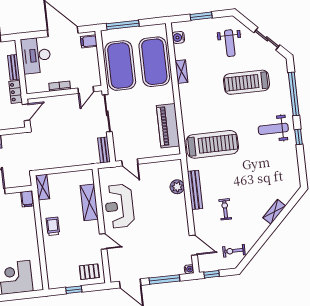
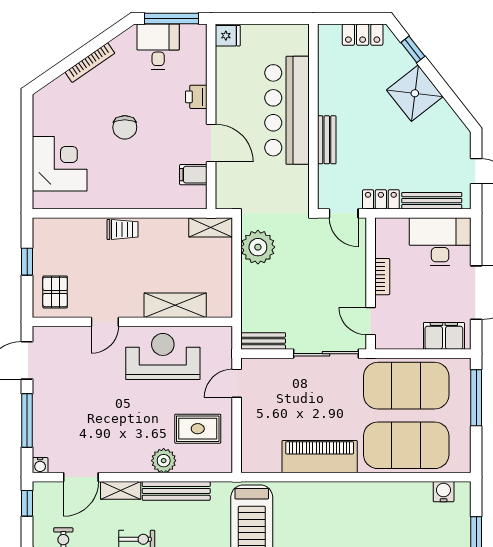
filing cabinet: (89, 41) -> (444, 336), width x2.00
bench: (14, 67) -> (432, 201), width x1.36
shelving: (181, 72) -> (121, 490), moved
piano: (168, 126) -> (320, 457), moved
plant: (51, 159) -> (258, 247), added
rug: (158, 182) -> (198, 429), added
plant: (177, 187) -> (164, 461), moved
filing cabinet: (27, 199) -> (193, 175), moved
trolley: (53, 226) -> (123, 229), moved

